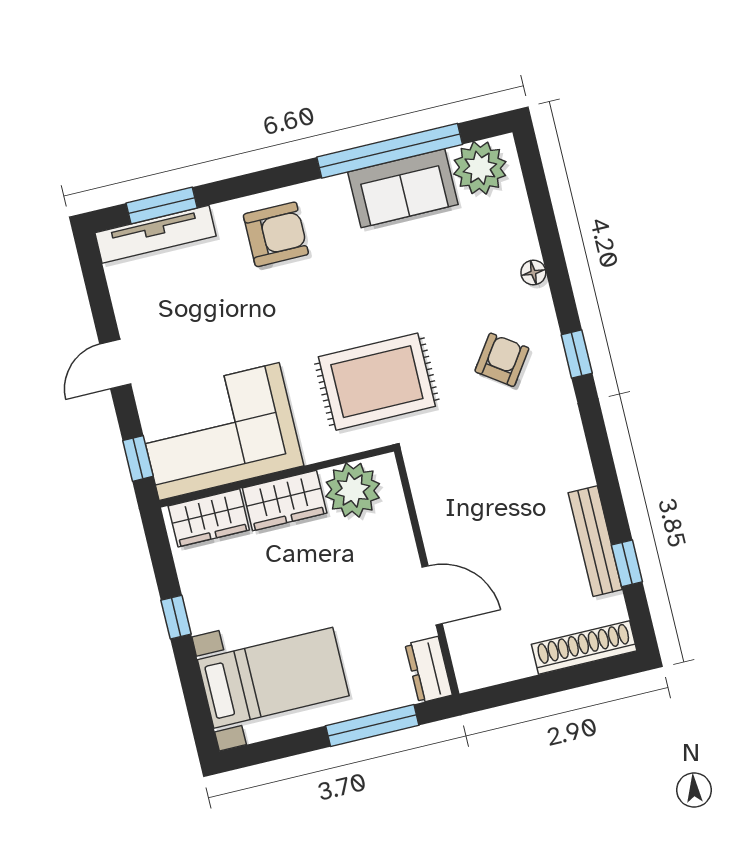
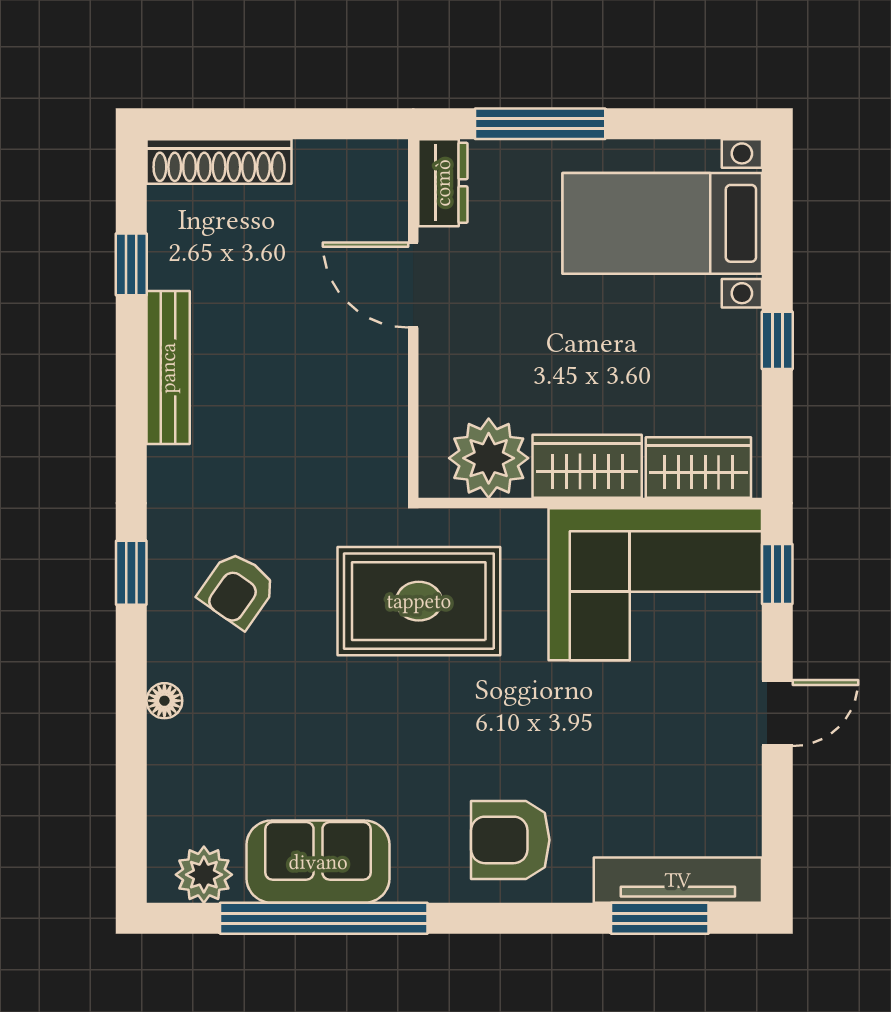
plant: (480, 168) -> (204, 875), width x0.73, depth x0.73
bench: (595, 541) -> (168, 368), moved

